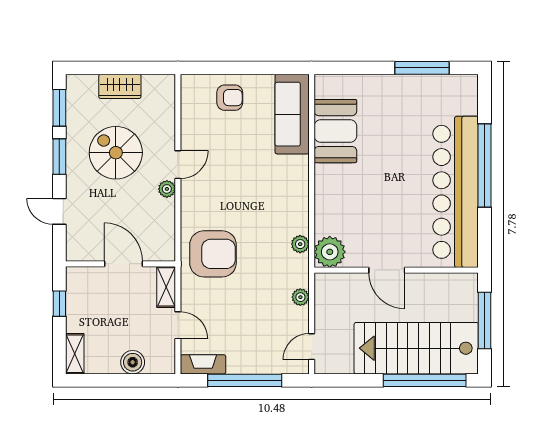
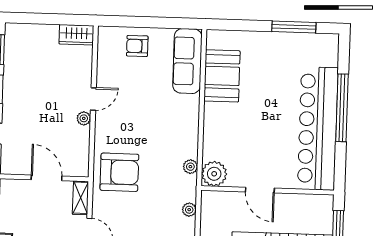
wardrobe: (120, 86) -> (76, 35), moved
armchair: (230, 98) -> (137, 46), turned 180
spiral stairs: (116, 153) -> (43, 88), removed

